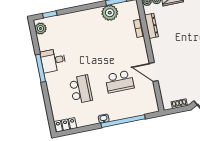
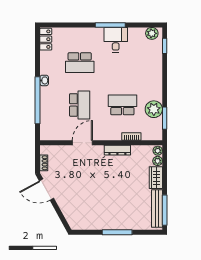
dresser: (151, 26) -> (117, 150), moved
school desk: (112, 42) -> (122, 105), added
school desk: (120, 81) -> (80, 105), turned 180

